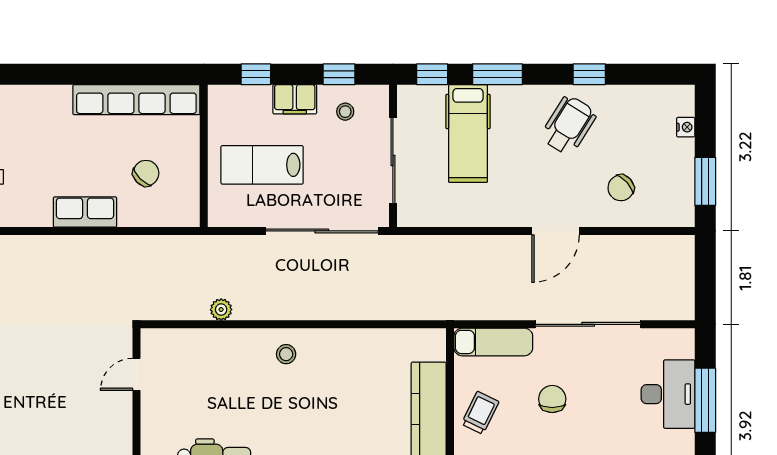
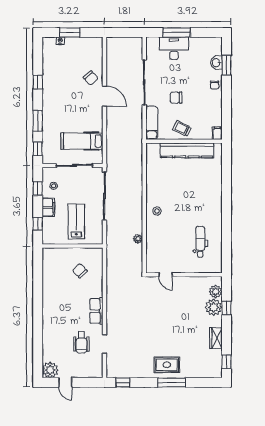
row of seats: (136, 100) -> (49, 275), removed
wheelchair: (569, 125) -> (59, 91), removed
hospital bed: (468, 134) -> (82, 141), moved, turned 180
lab bench: (262, 165) -> (76, 221), turned 180
window: (705, 181) -> (70, 33), moved
chair: (621, 188) -> (91, 78), moved
row of seats: (85, 212) -> (96, 311), moved

